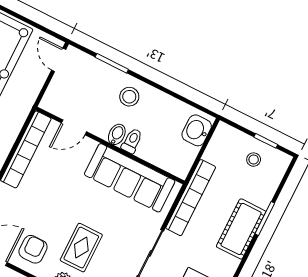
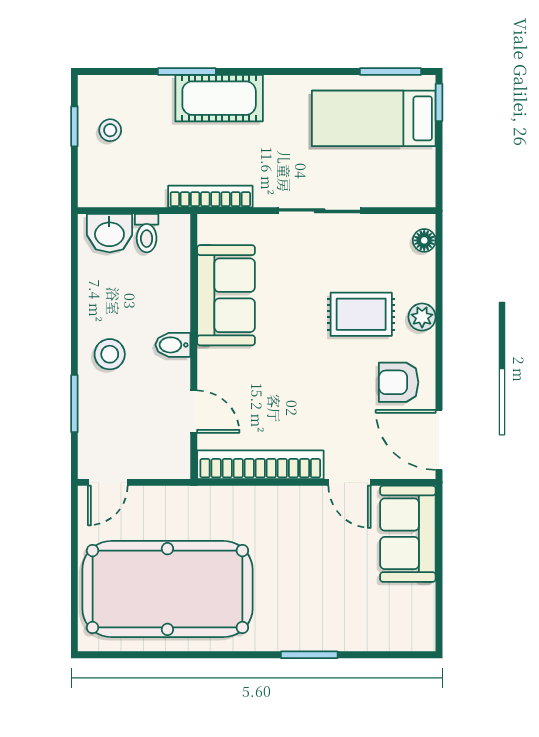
toilet: (132, 141) -> (147, 233), moved, turned -90
sofa: (130, 178) -> (226, 295), width x0.73
bookcase: (191, 198) -> (210, 197), width x0.68, depth x0.76

